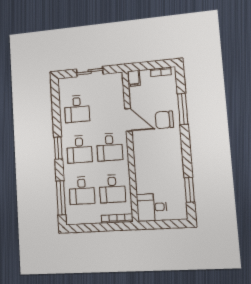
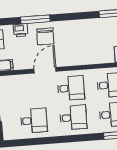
printer: (171, 94) -> (21, 30), added
window: (58, 148) -> (72, 139), removed

